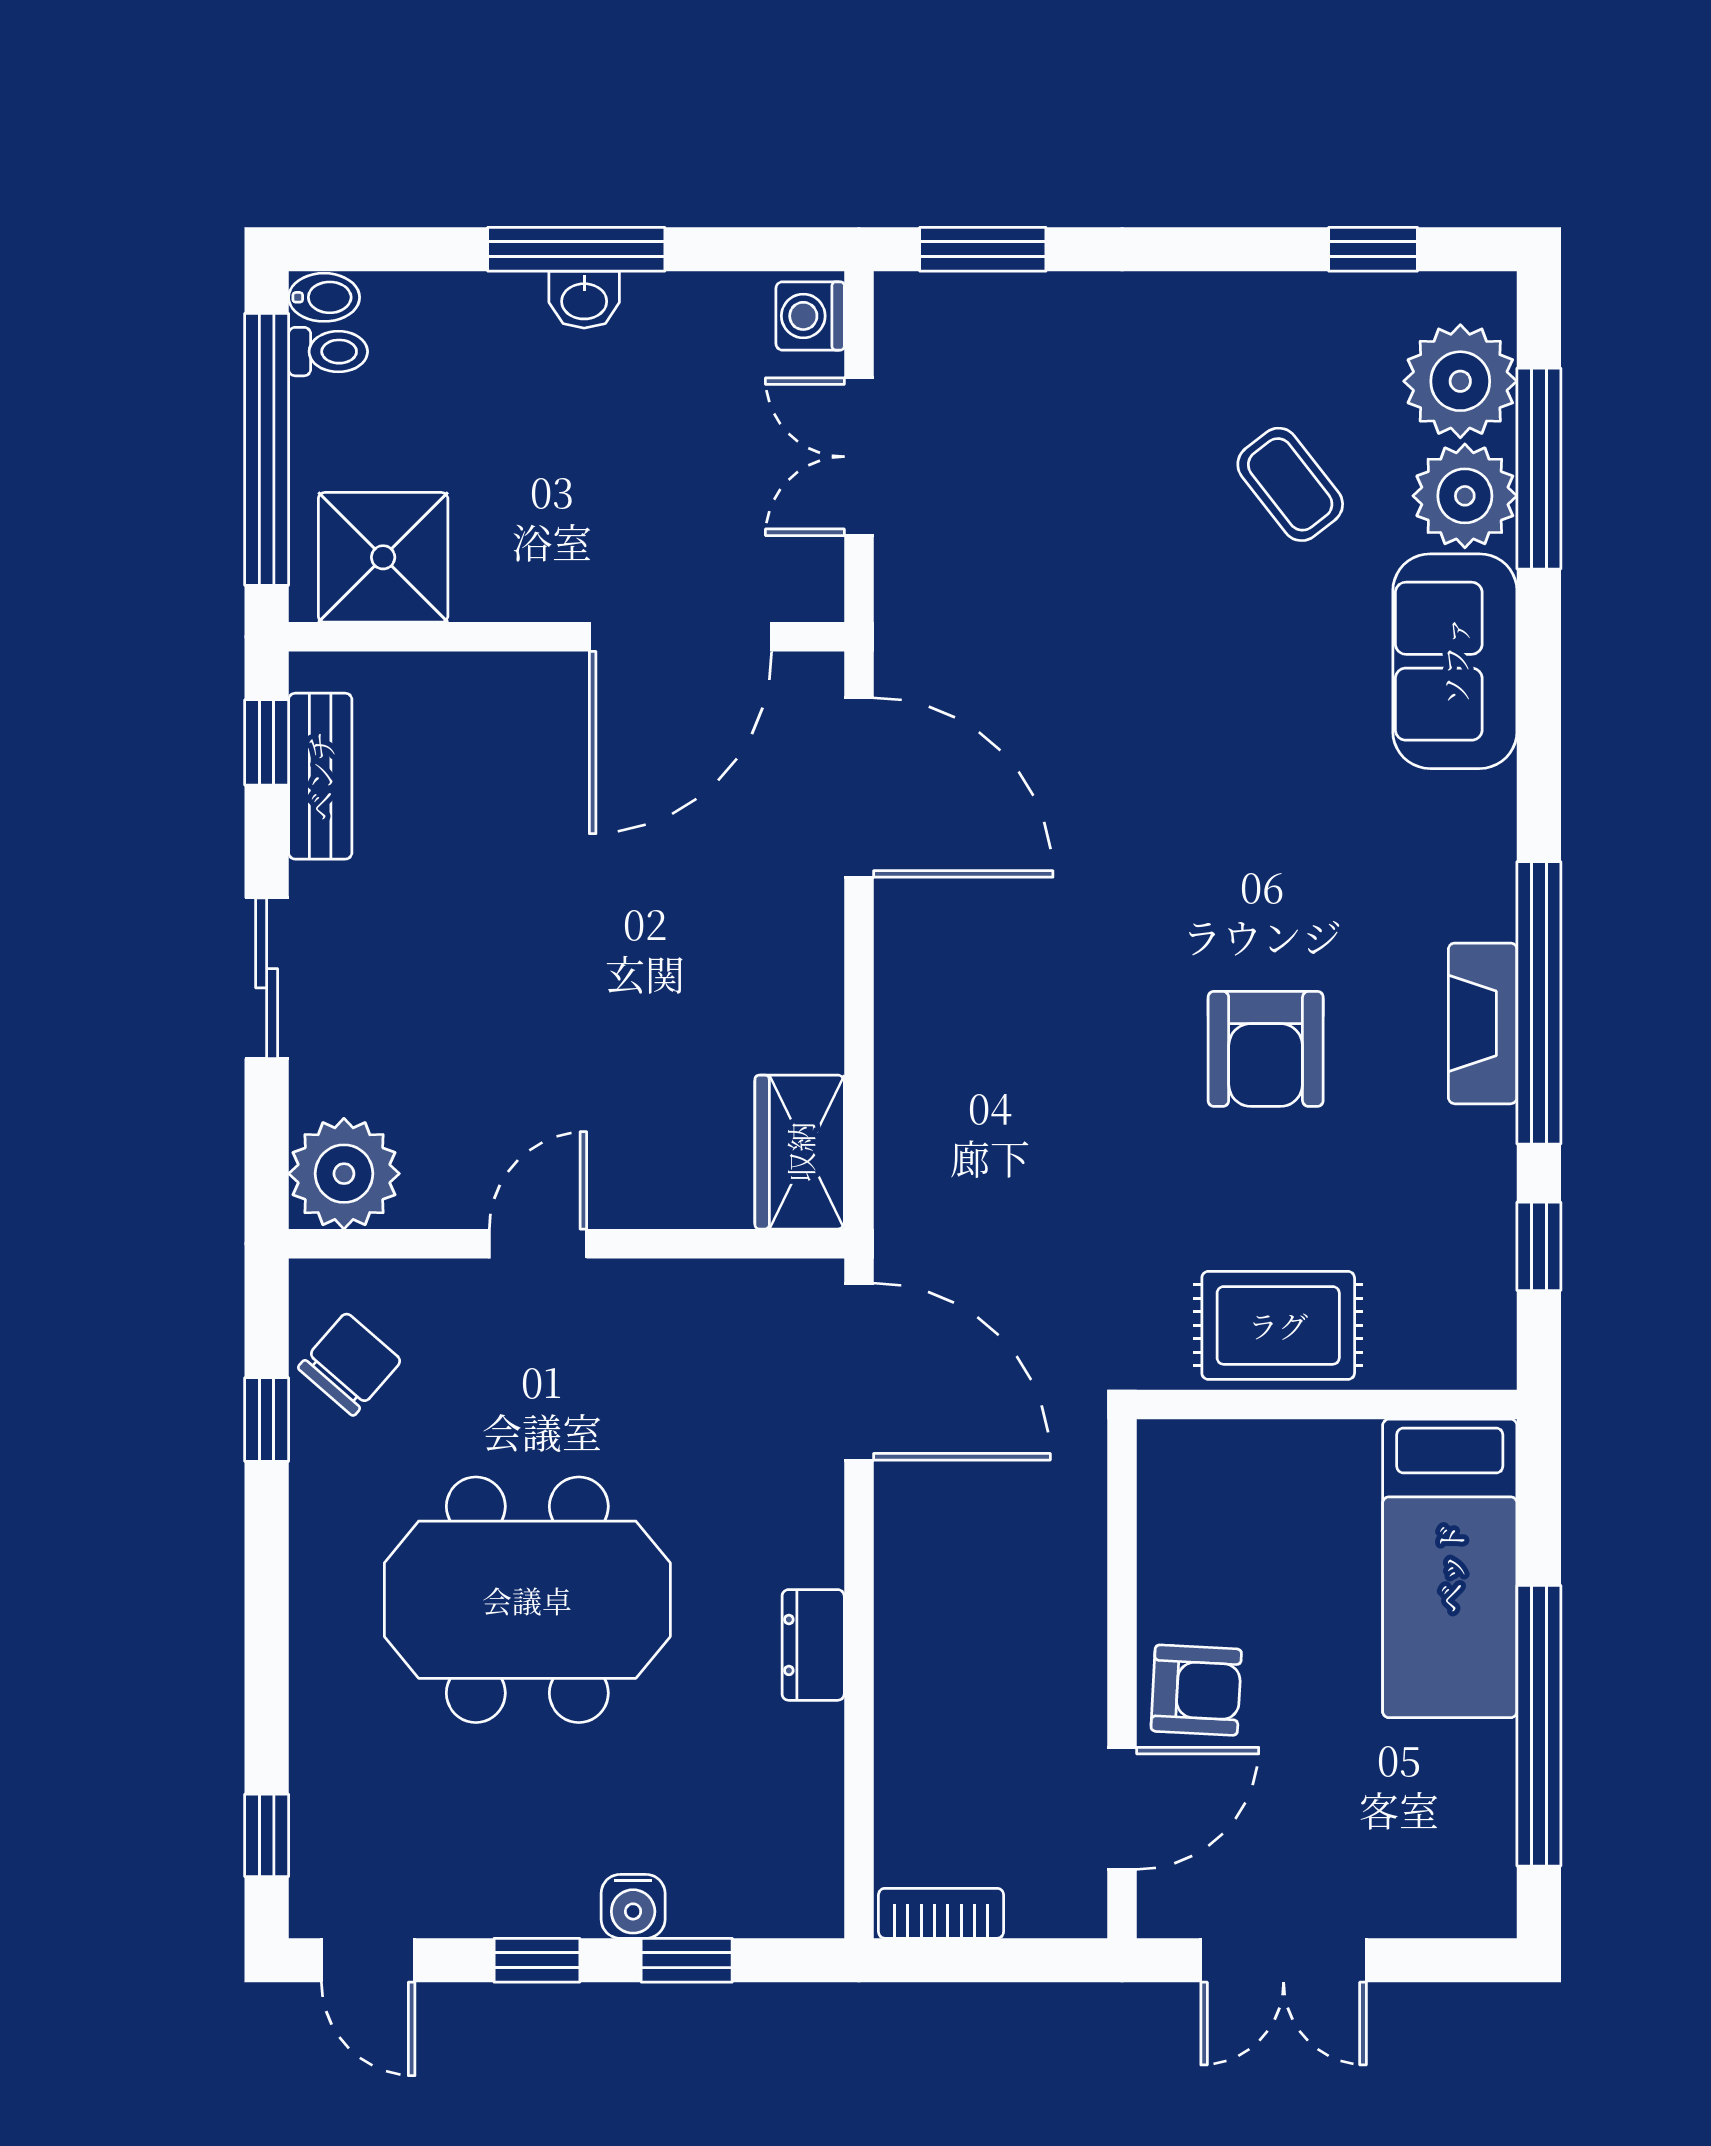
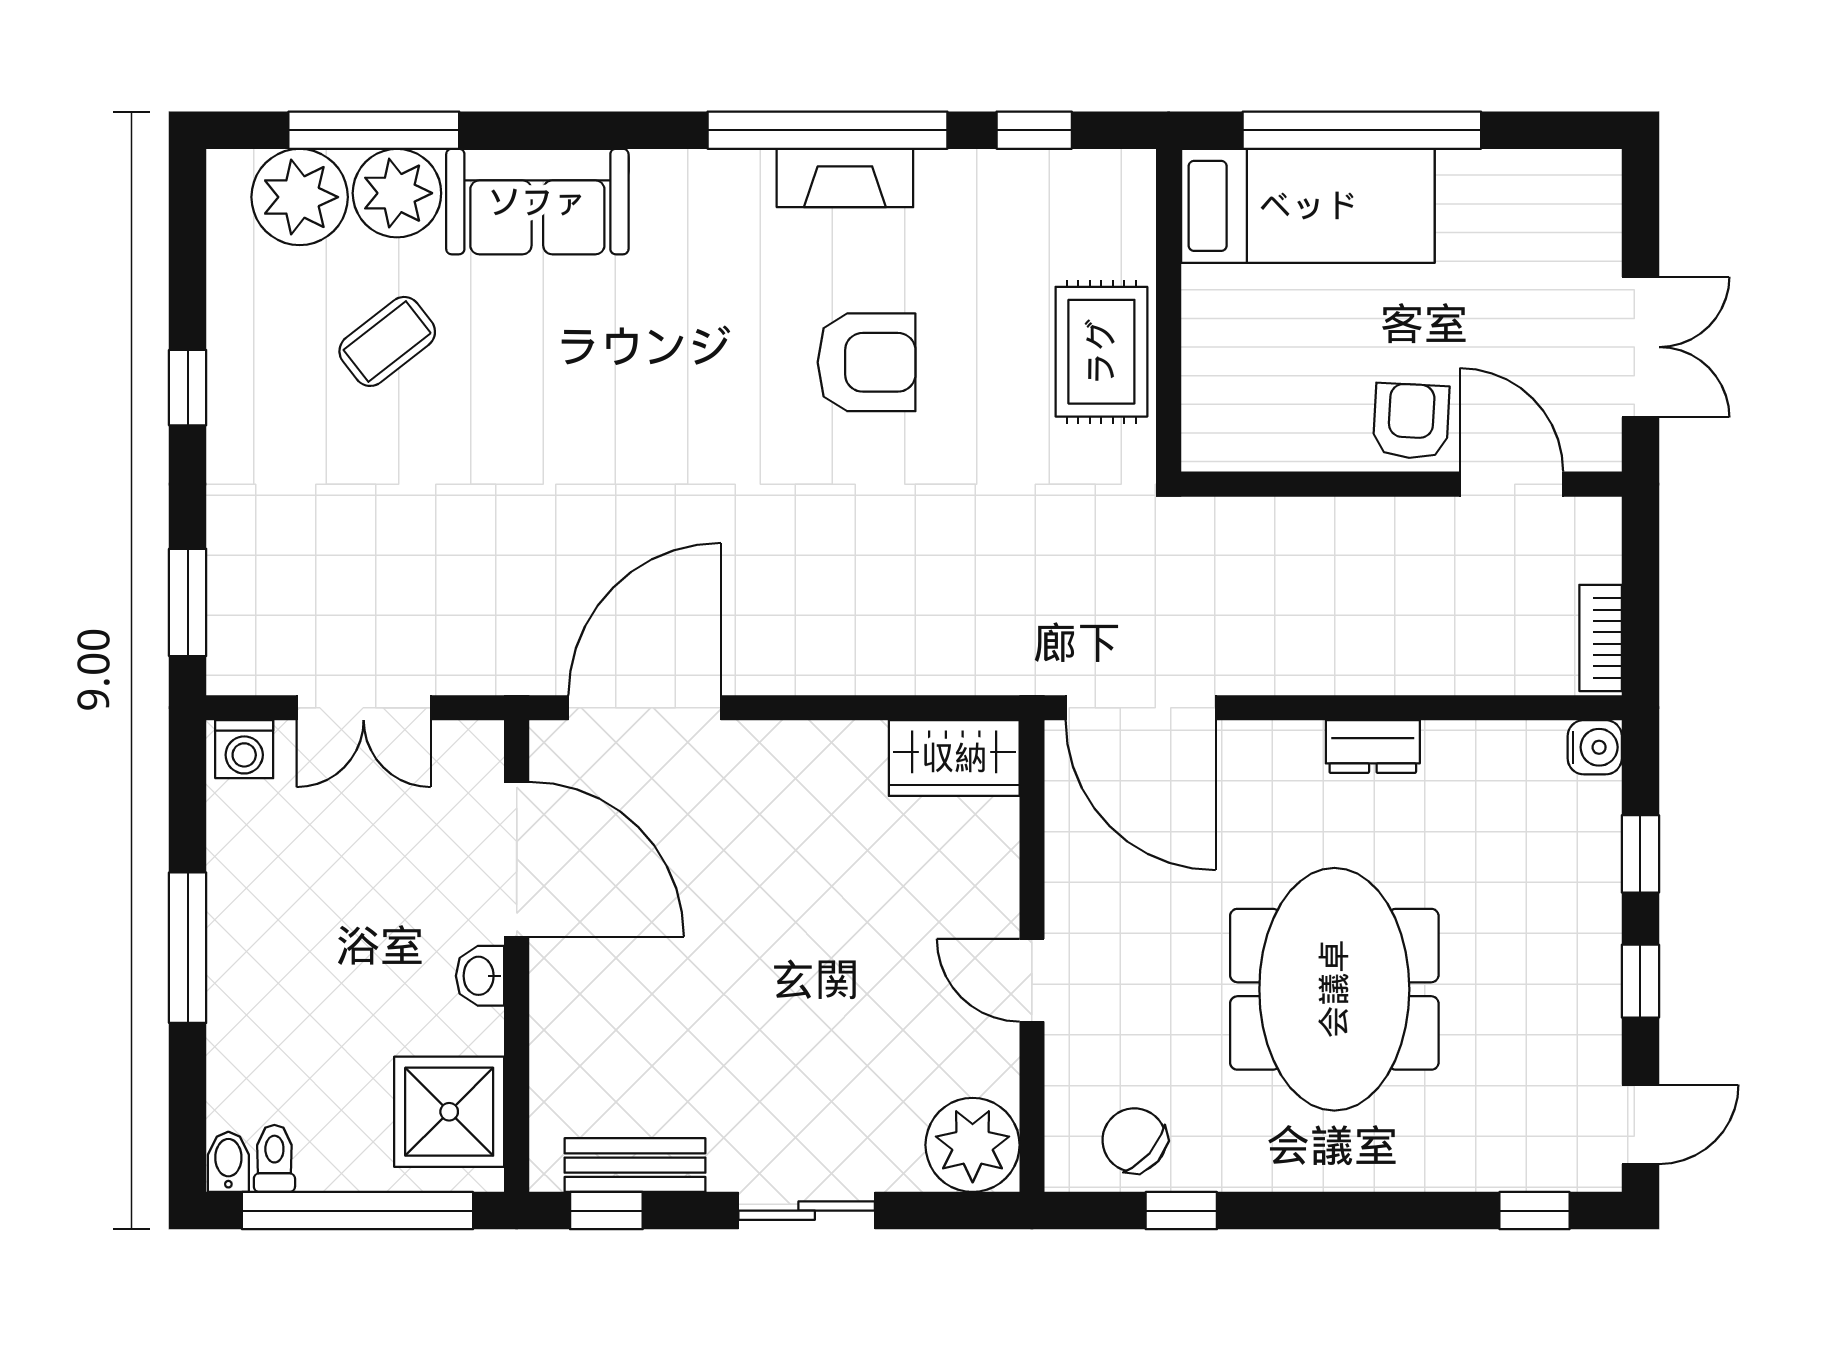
window: (1373, 249) -> (188, 388), moved
washbasin: (584, 300) -> (480, 976), moved, turned 180
door: (859, 1372) -> (1141, 708), swing flipped
window: (1539, 1726) -> (1362, 130), moved
water cooler: (633, 1906) -> (1595, 747), moved

